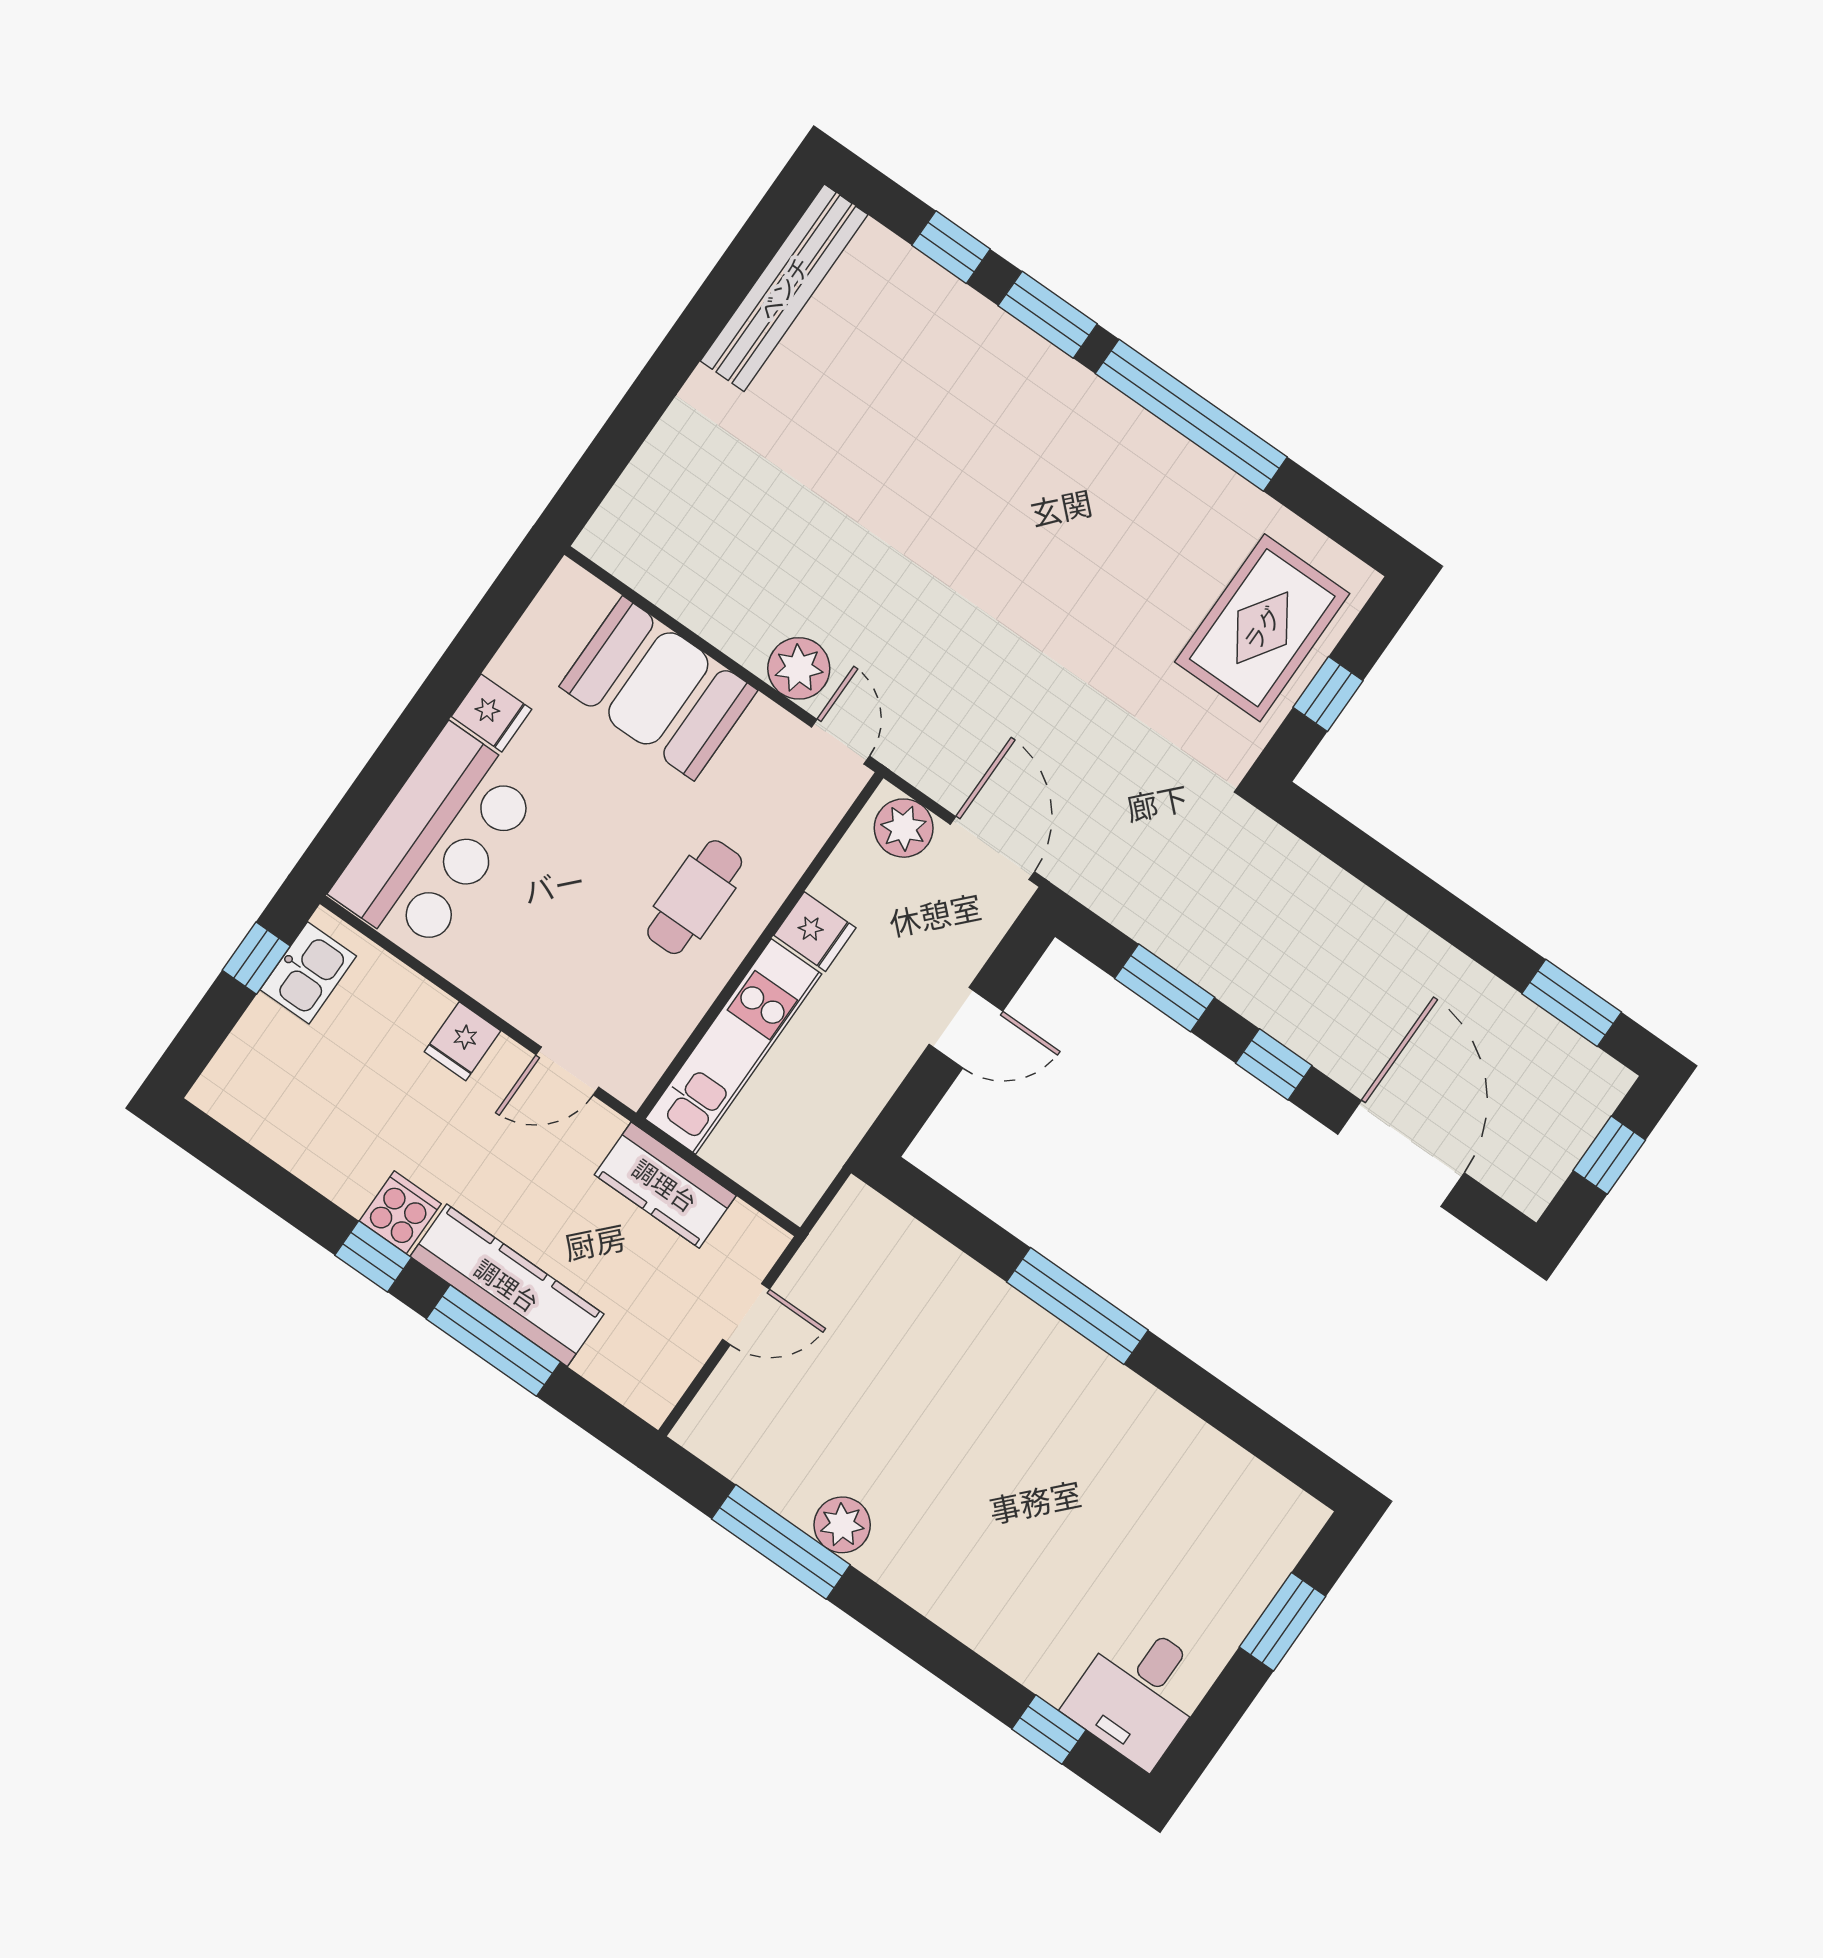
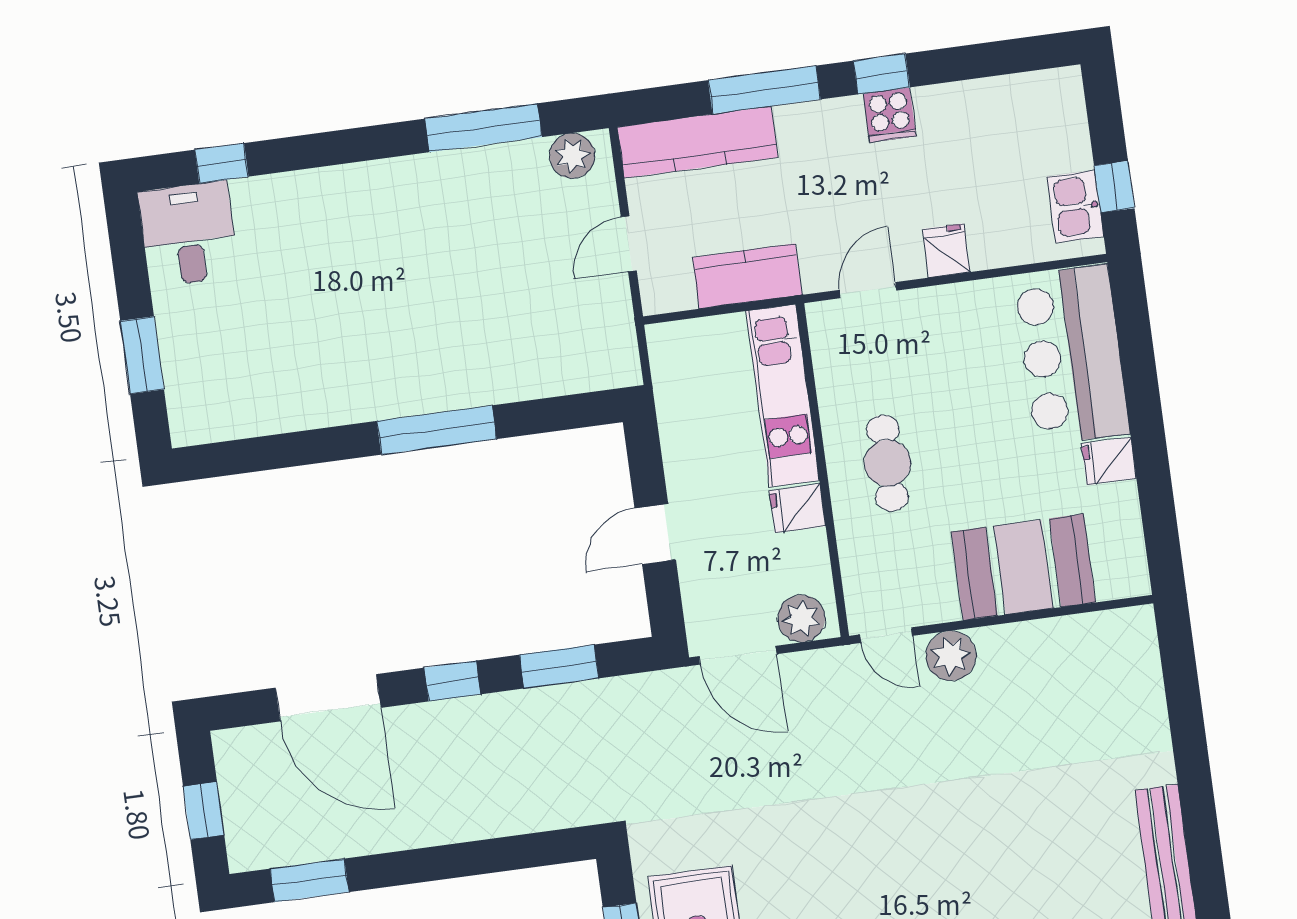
kitchen counter: (507, 1285) -> (698, 142), moved
plant: (842, 1525) -> (572, 156), moved

